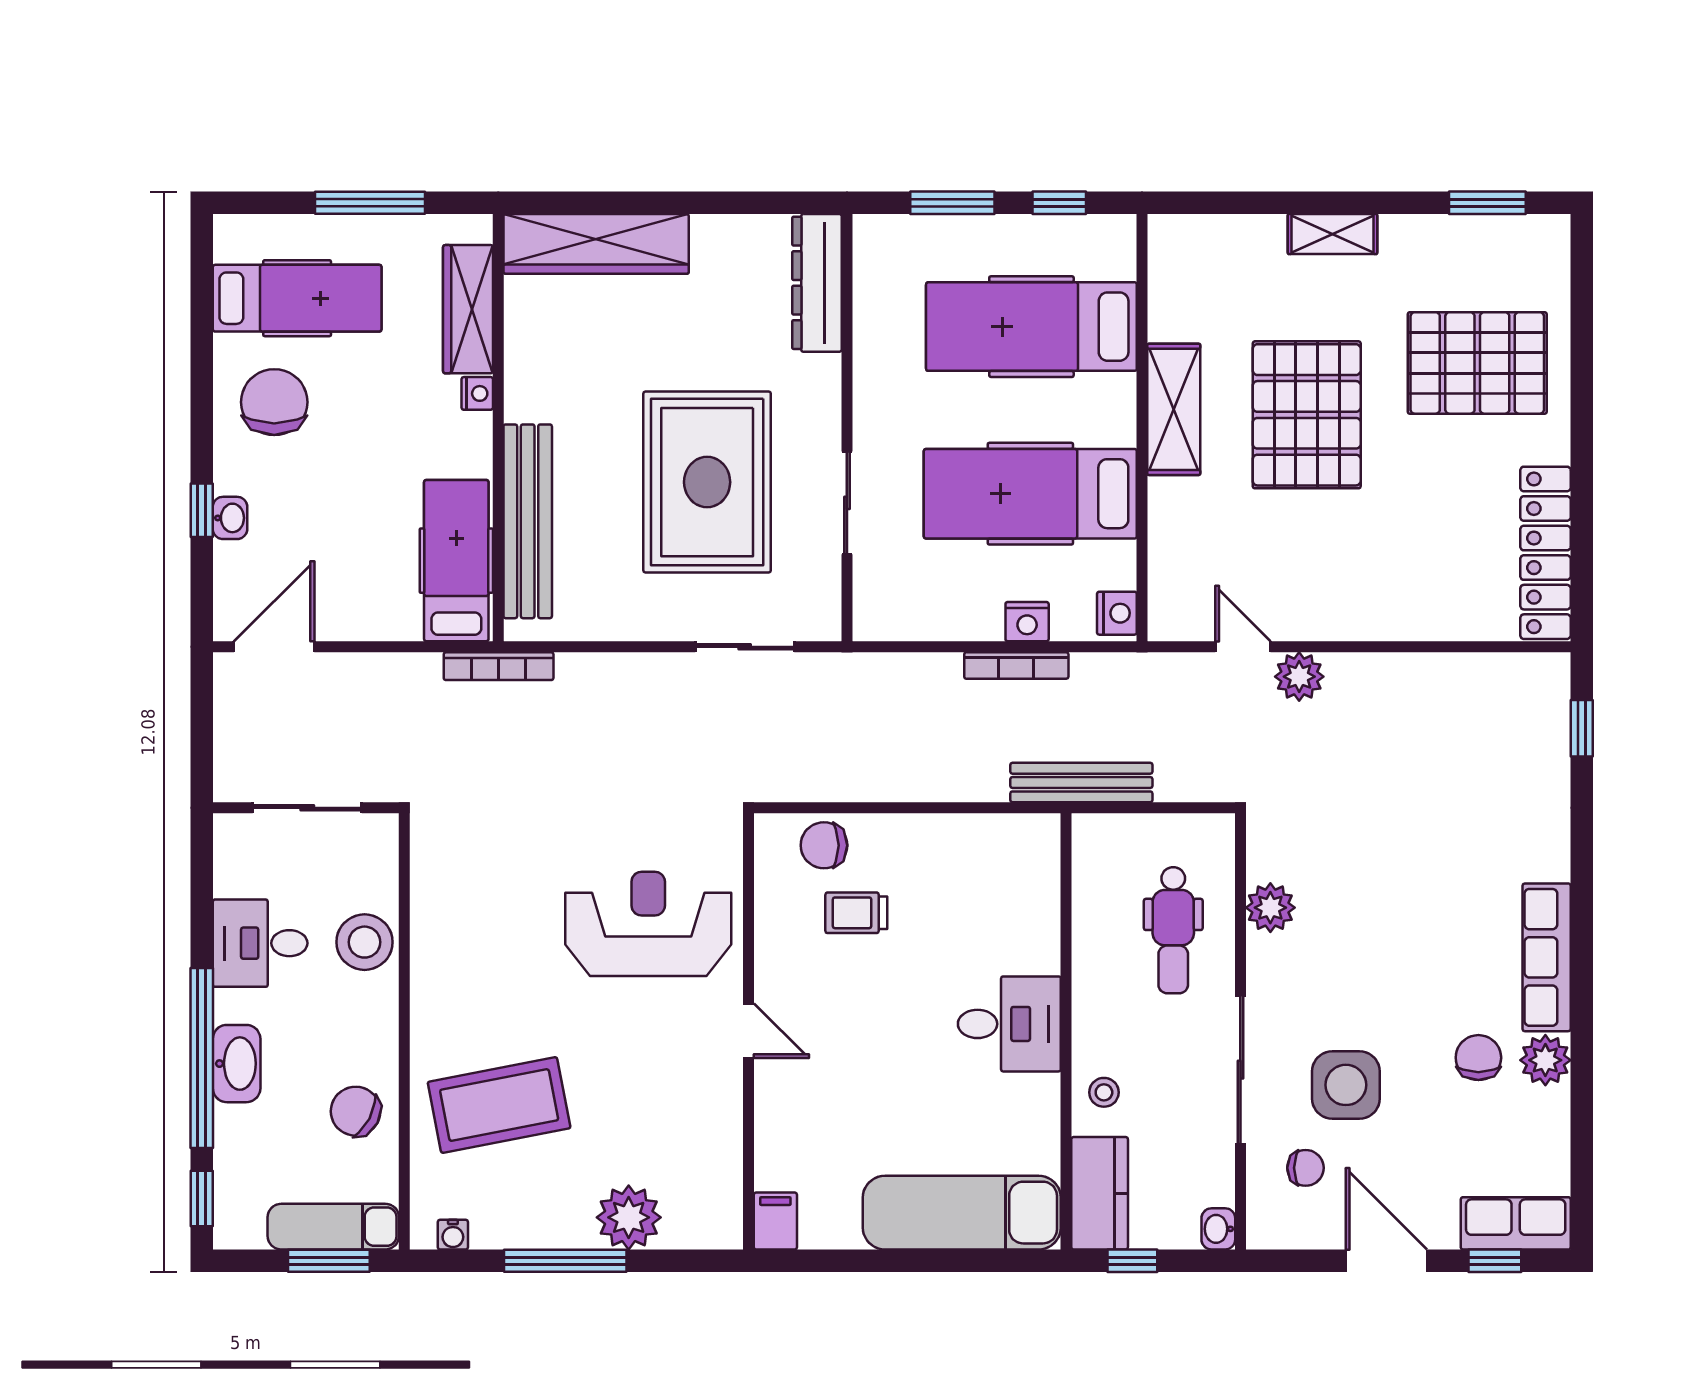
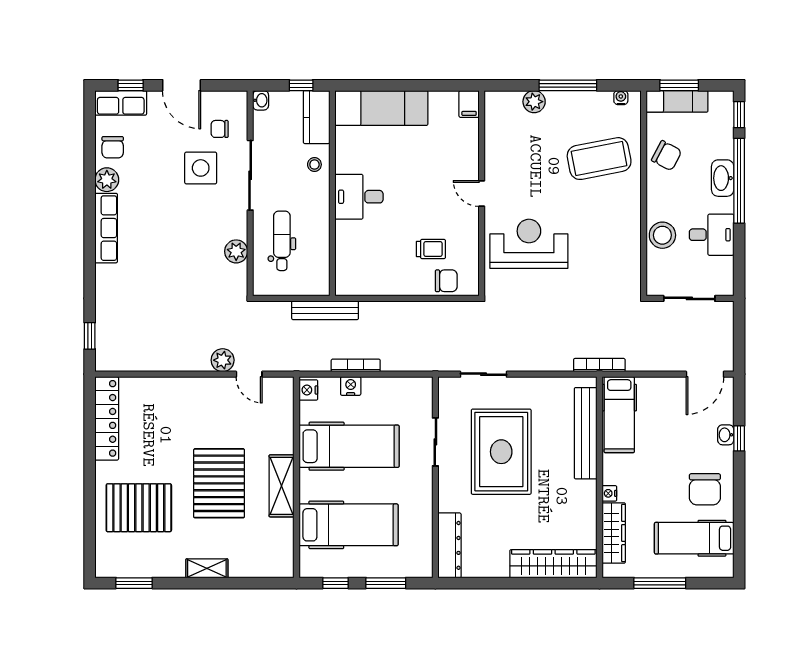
reception desk: (648, 924) -> (529, 244), turned 180
chair: (1478, 1058) -> (113, 147), moved
plant: (629, 1217) -> (534, 102), width x0.73, depth x0.73

